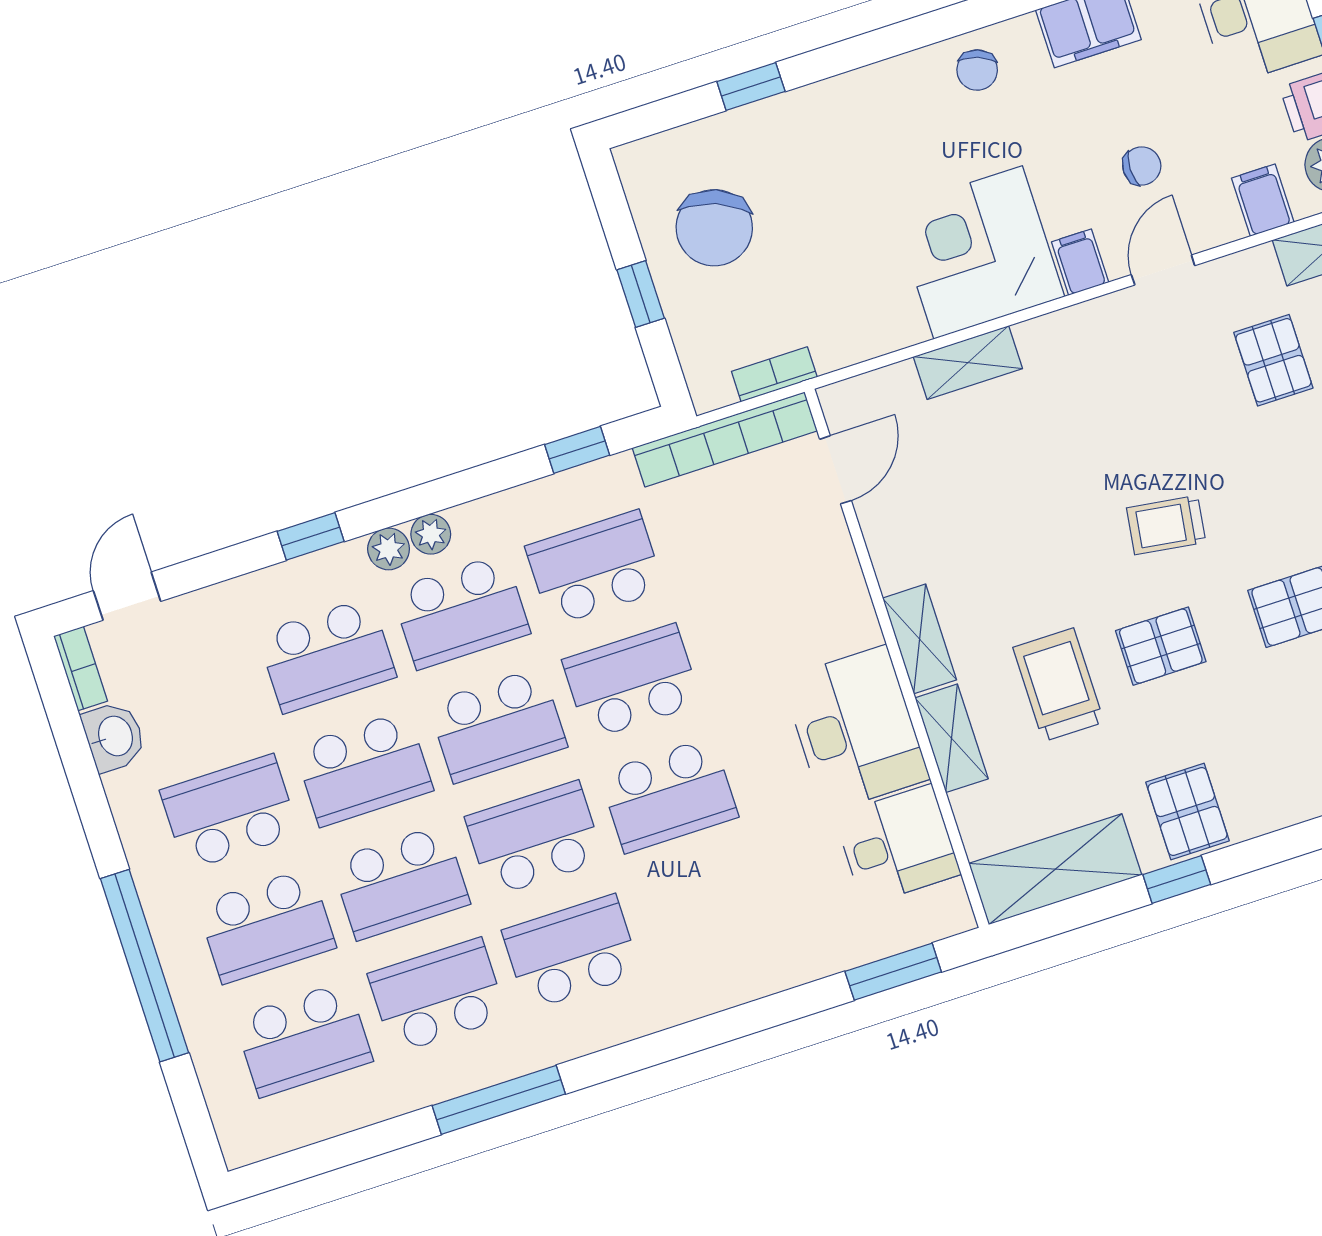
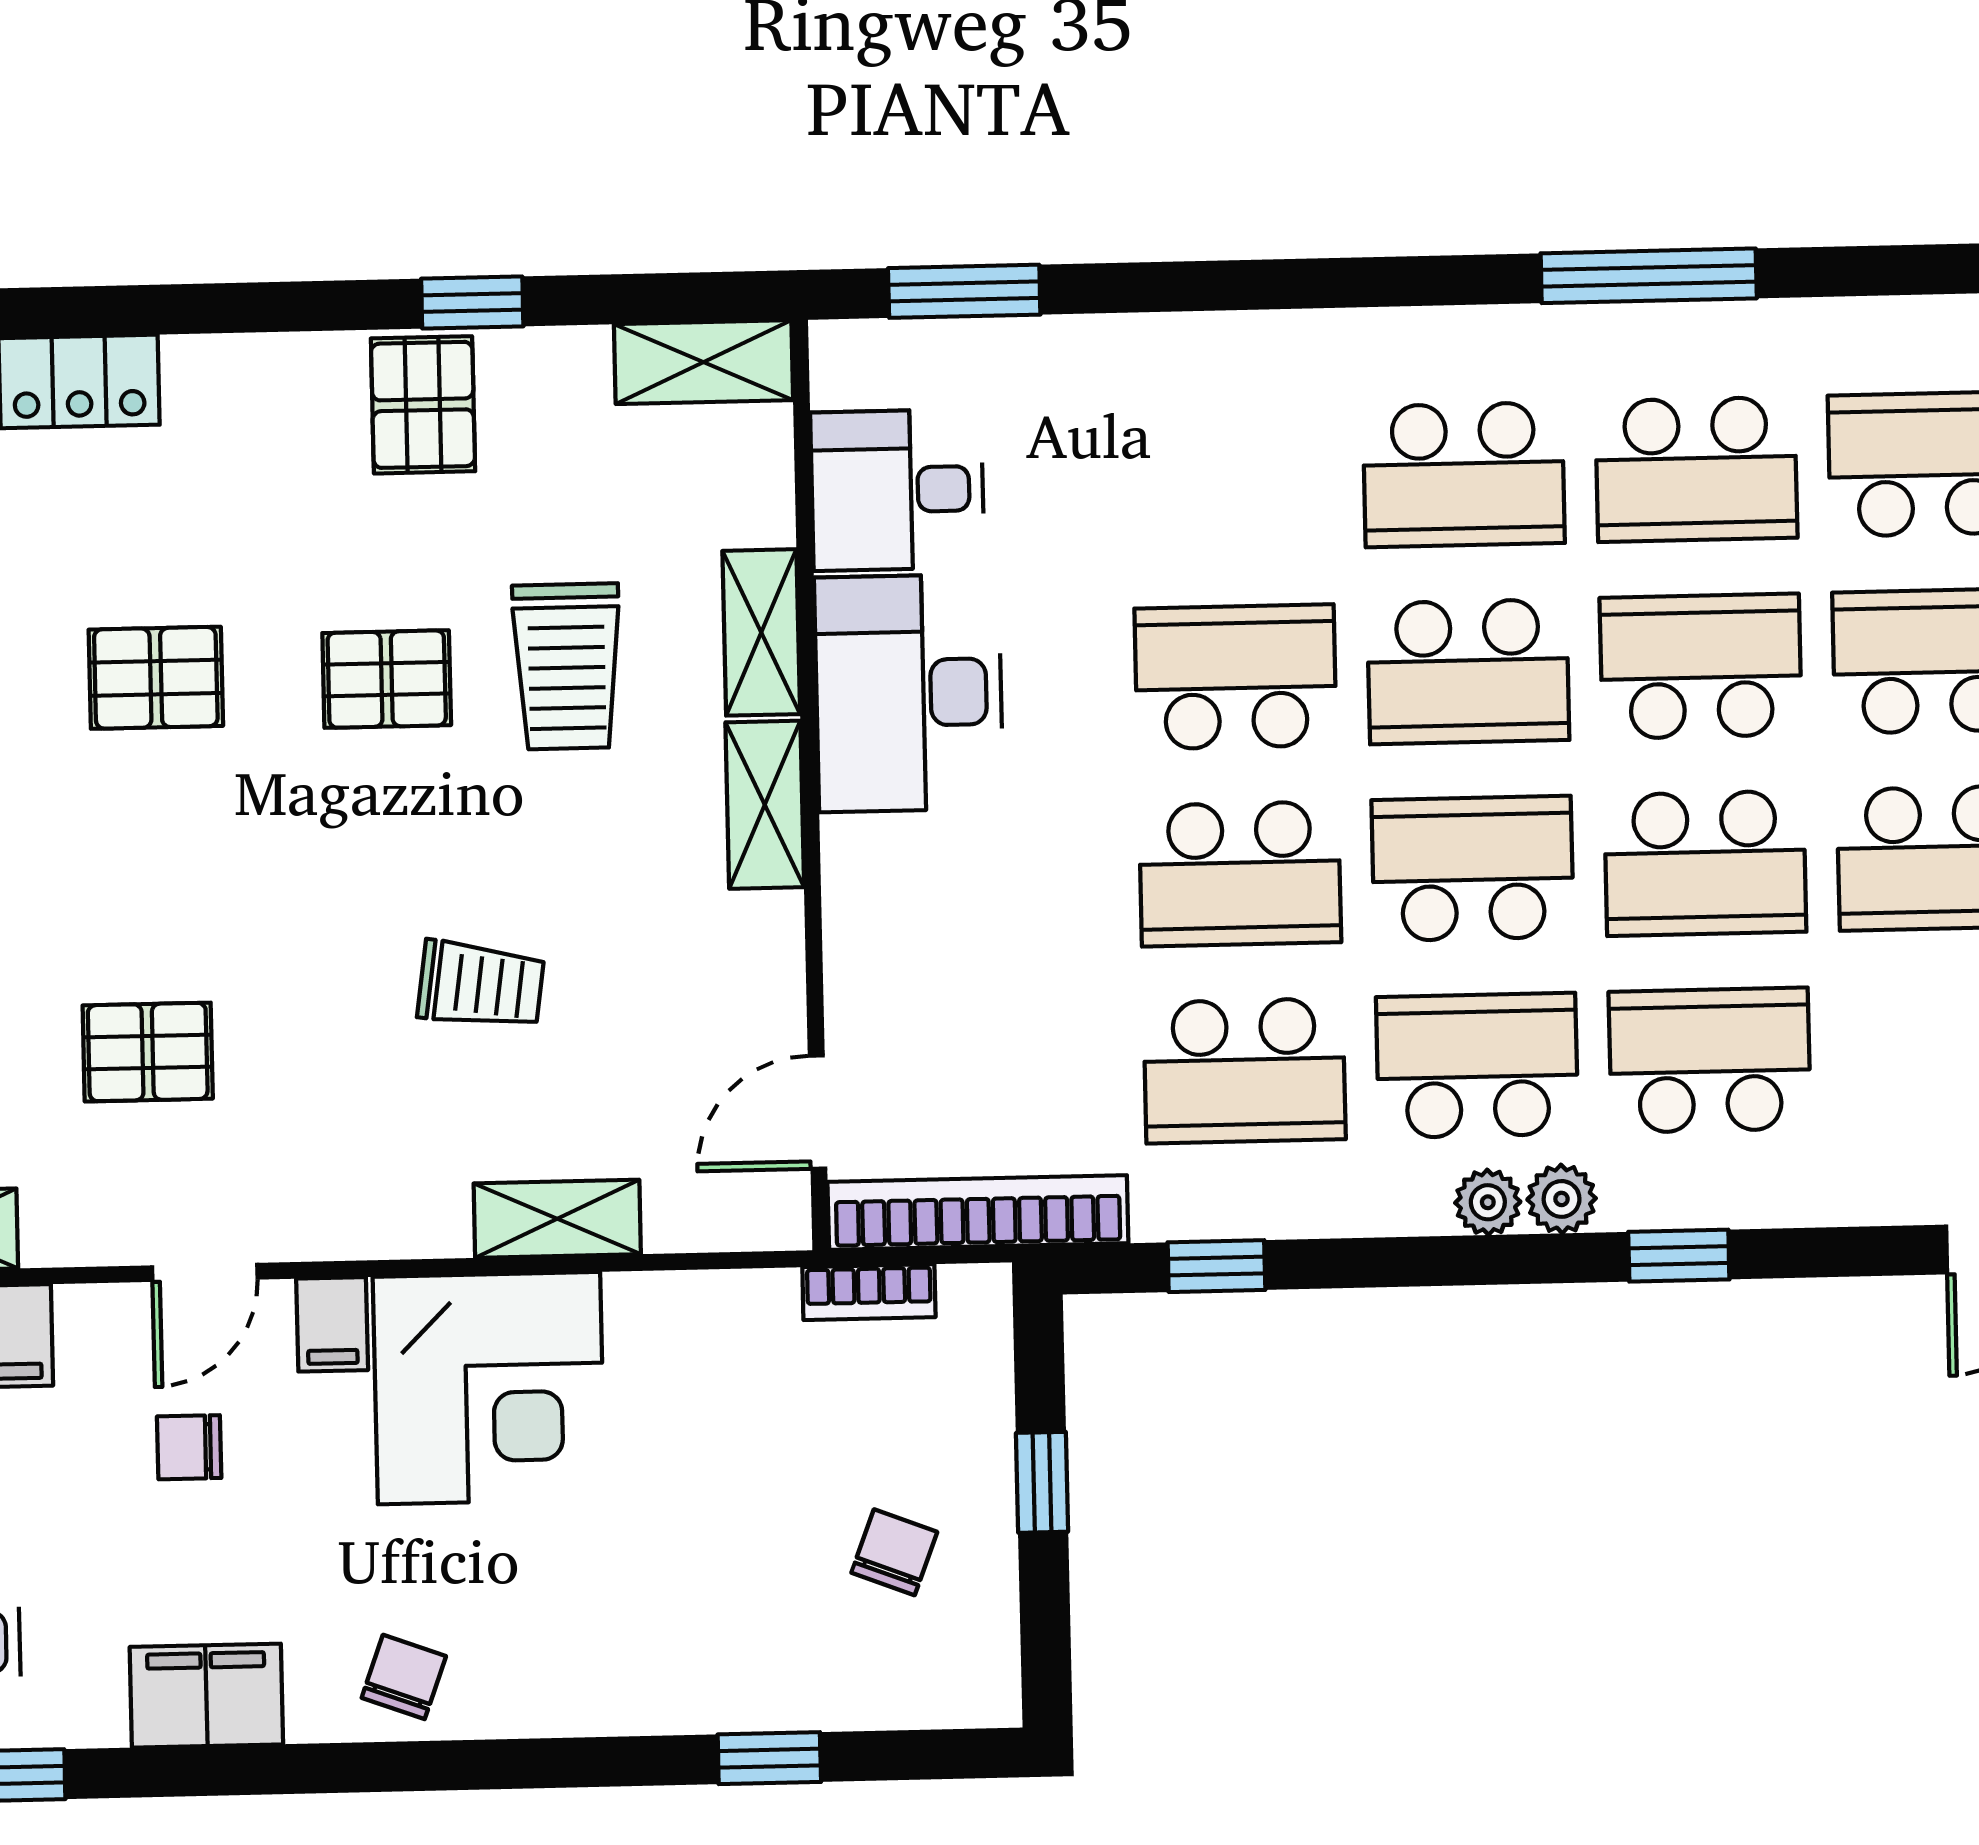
chair: (714, 228) -> (894, 1552), width x0.54, depth x0.54
pallet: (1273, 360) -> (148, 1052), moved, turned 90
trolley: (1166, 525) -> (481, 985), moved
school desk: (364, 769) -> (1705, 863), turned 180
shelving: (1055, 869) -> (703, 362), width x0.67, depth x0.75

